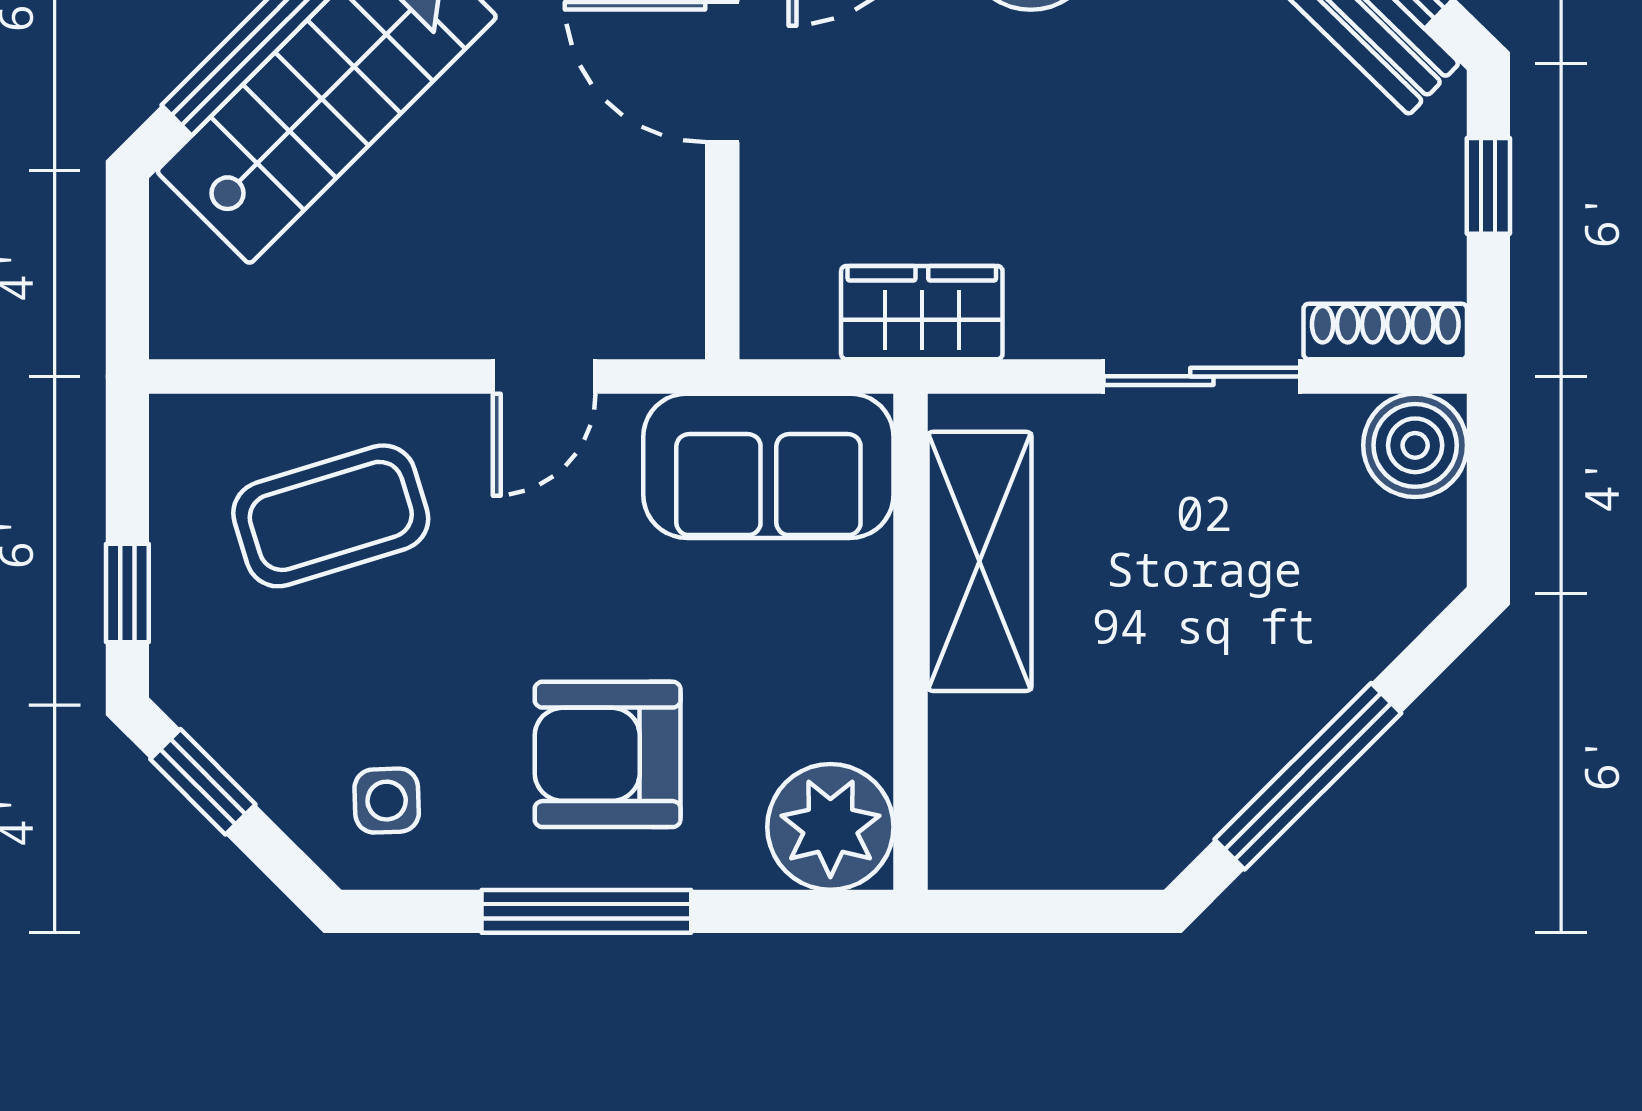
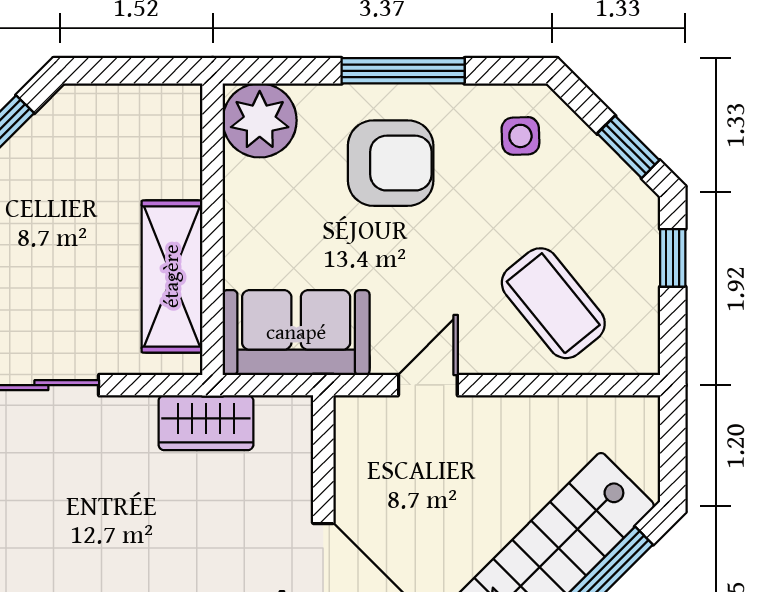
coffee table: (331, 516) -> (553, 303), turned 68

